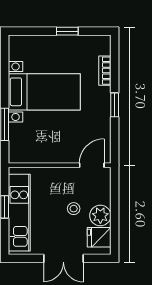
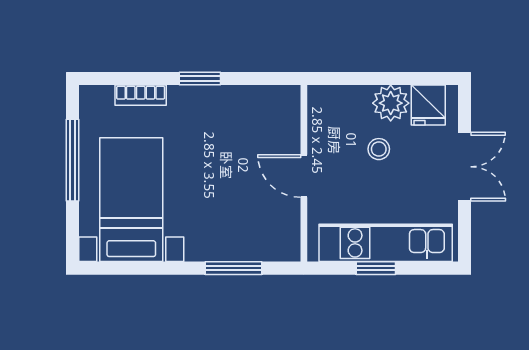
window: (67, 31) -> (72, 160), width x2.17
bed with nightstands: (44, 92) -> (131, 200), moved
door: (92, 165) -> (304, 176), moved

